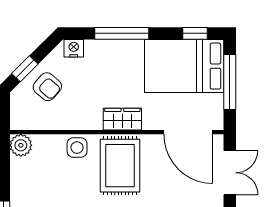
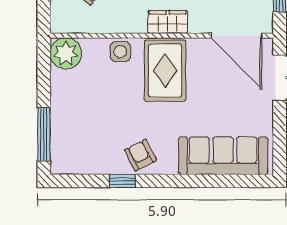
plant: (21, 145) -> (66, 53), width x1.36, depth x1.36

